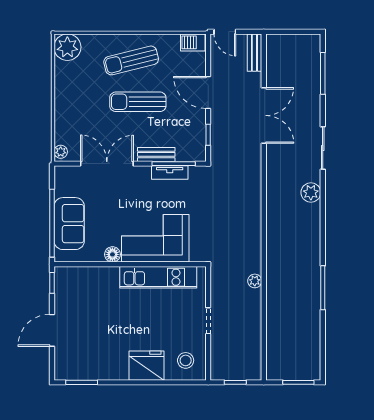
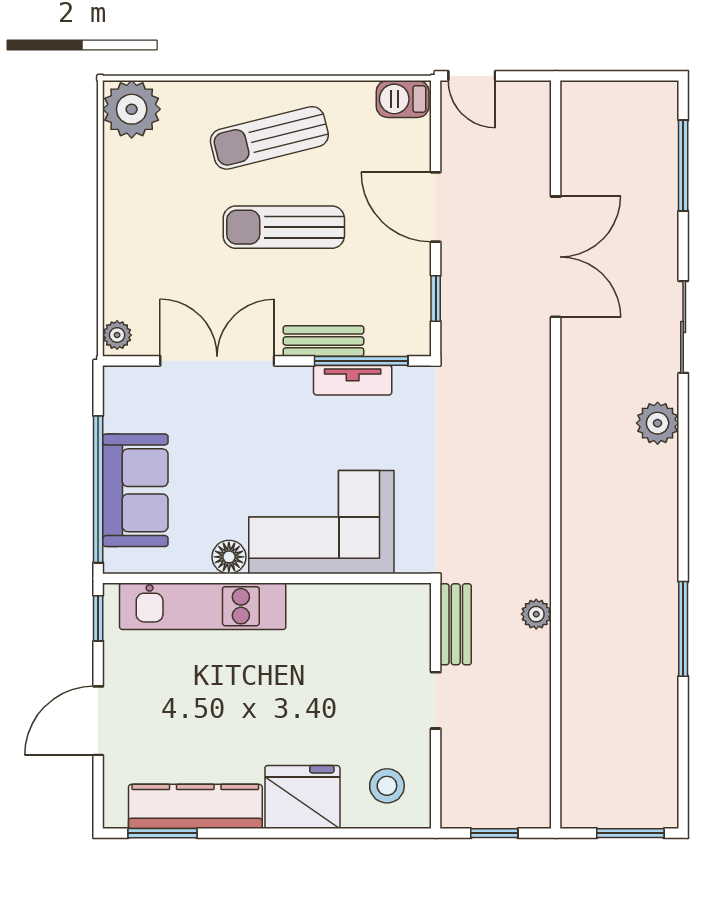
bench: (254, 53) -> (456, 624), moved
kitchen unit: (158, 277) -> (203, 606), moved
kitchen counter: (97, 370) -> (195, 806), added

